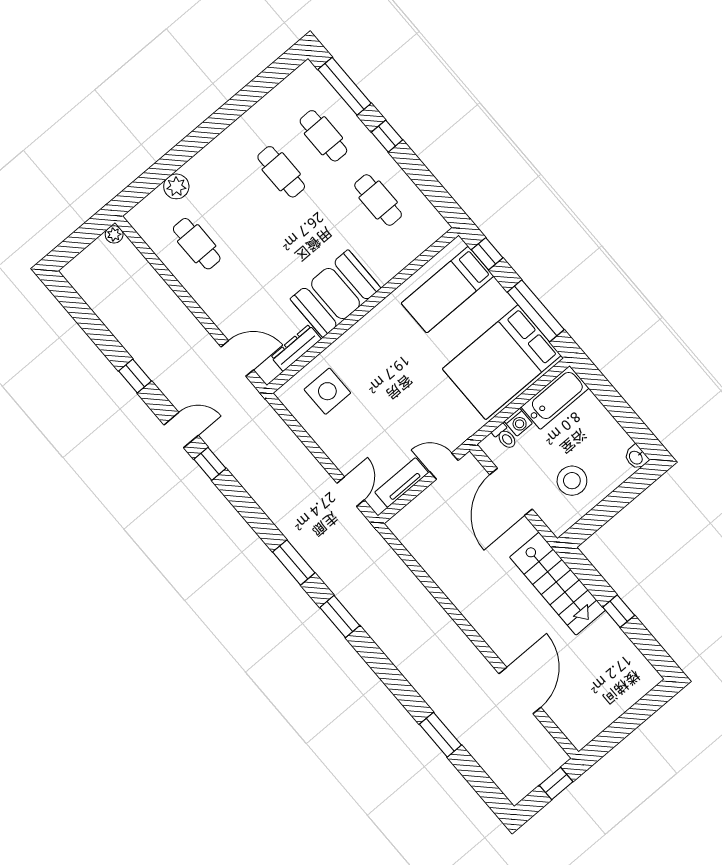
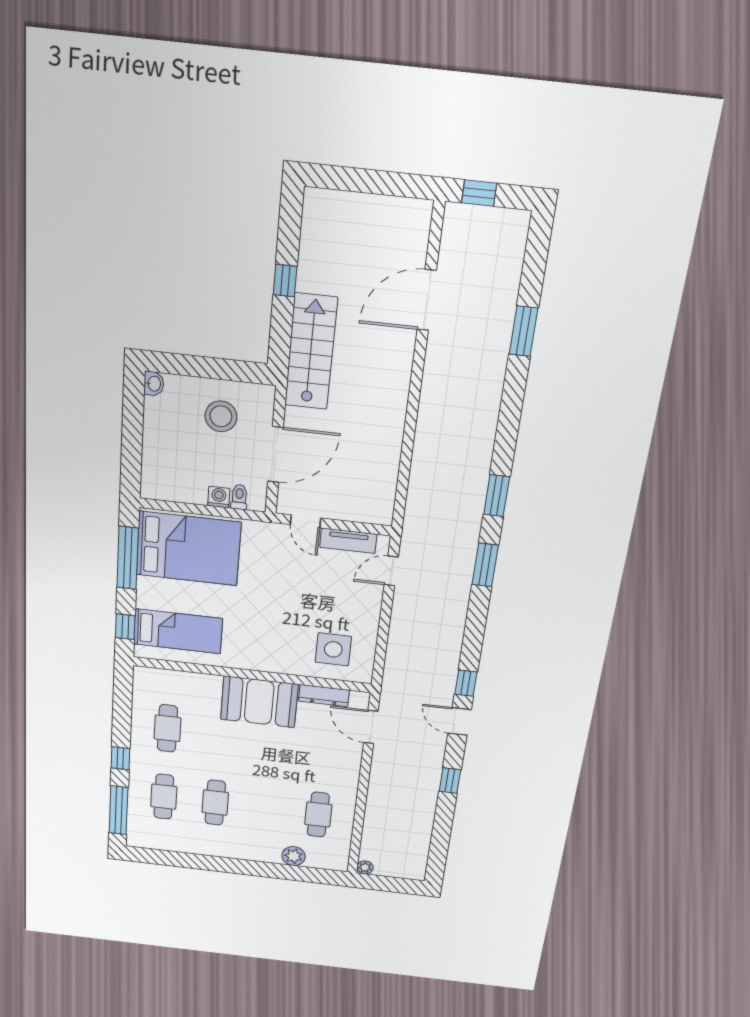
bathtub: (555, 398) -> (174, 487), removed

